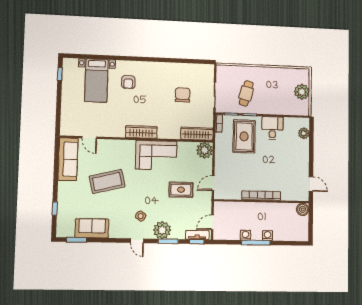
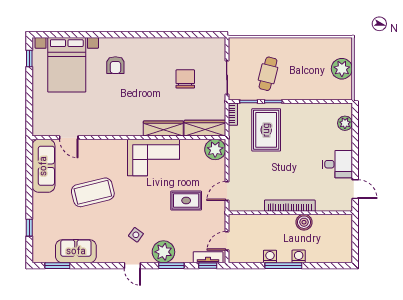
bed with nightstands: (96, 81) -> (67, 65), width x1.36
desk: (272, 128) -> (337, 164), moved, turned 90
wardrobe: (141, 132) -> (163, 129), moved
boiler: (303, 209) -> (304, 222), moved

